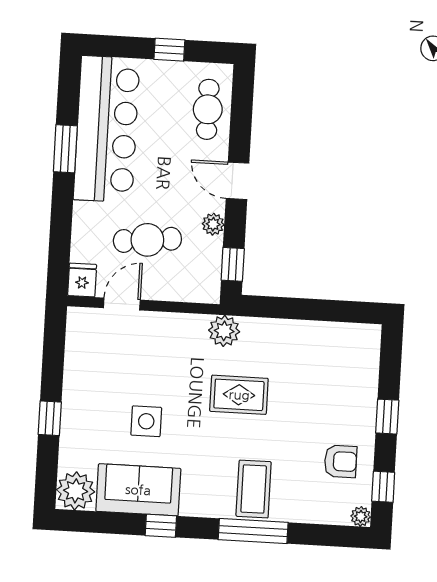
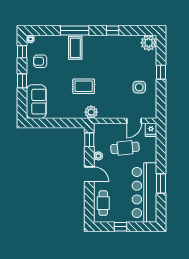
side table: (146, 421) -> (139, 87), moved
sofa: (138, 490) -> (36, 102), moved, turned -90

